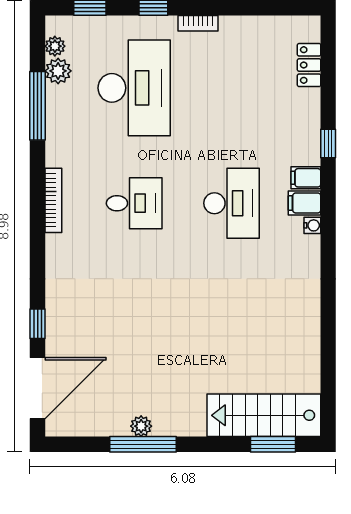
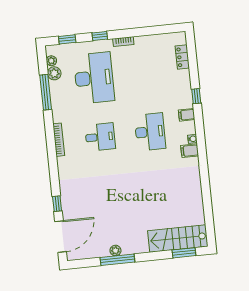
filing cabinet: (305, 203) -> (190, 151), moved

